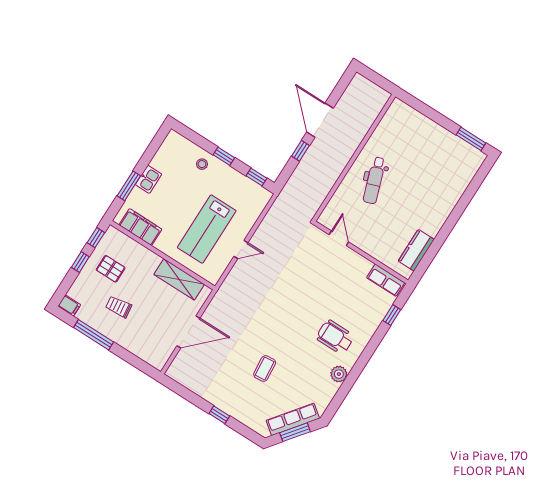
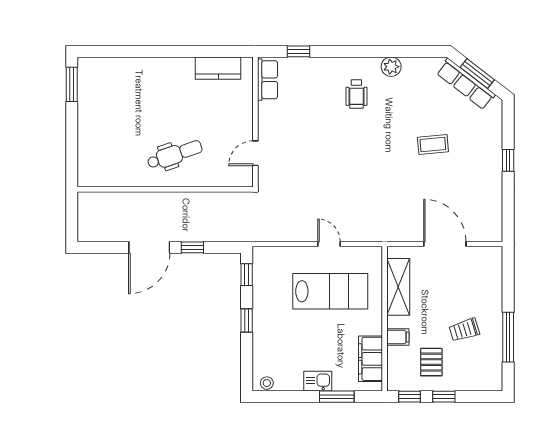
stool: (202, 164) -> (267, 383), moved
filing cabinet: (69, 305) -> (398, 337), moved, turned 90
trolley: (119, 307) -> (464, 330), turned 80
wheelchair: (335, 337) -> (356, 94), width x0.73, depth x0.73

